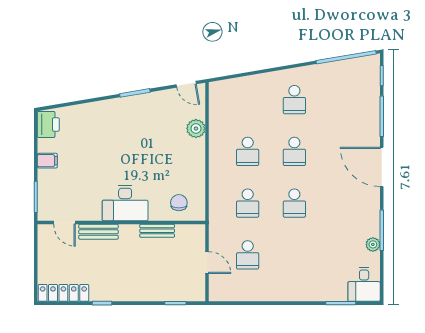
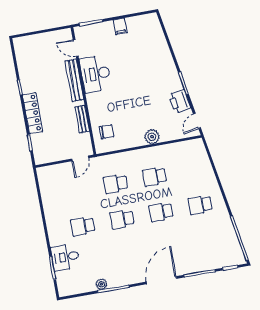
printer: (48, 124) -> (180, 101), moved, turned 80
plant: (196, 129) -> (152, 137), moved
desk: (125, 203) -> (96, 74), moved
door: (64, 223) -> (76, 48), hinge flipped
bench: (98, 232) -> (74, 80), width x1.36
school desk: (248, 255) -> (83, 226), moved
door: (207, 263) -> (80, 158), moved
desk: (364, 284) -> (65, 257), moved
locker: (63, 293) -> (32, 113), moved

